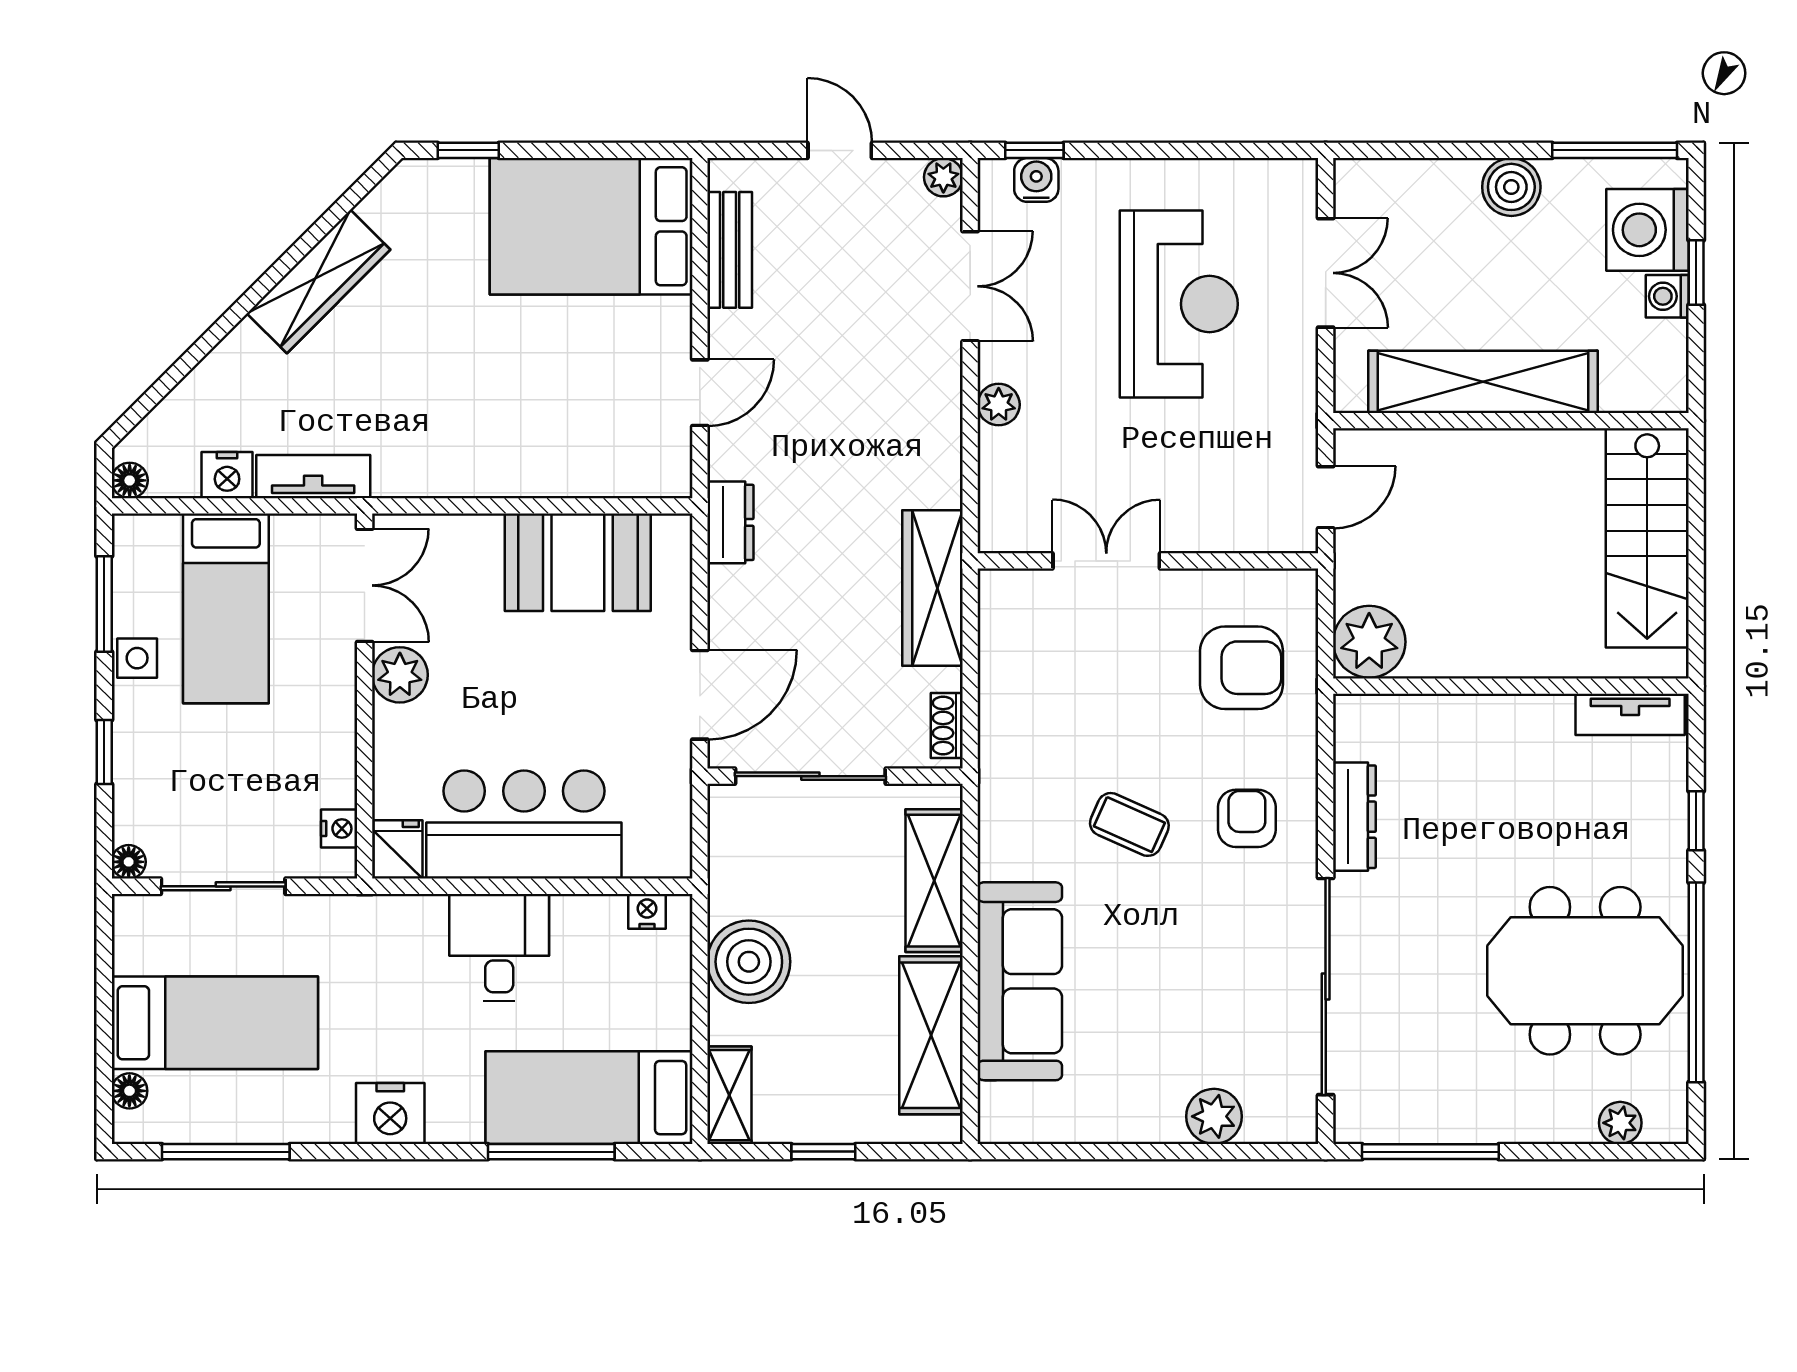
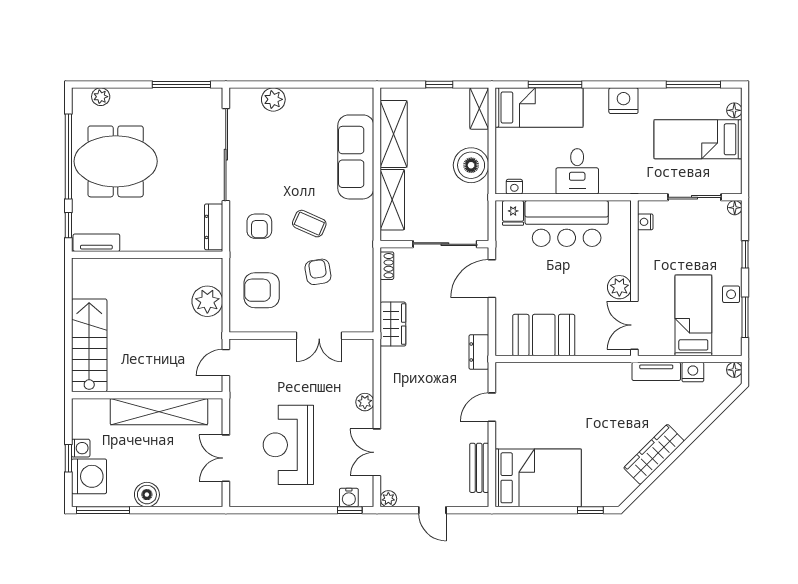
wardrobe: (933, 588) -> (393, 324), width x0.67
wall: (1511, 686) -> (147, 255), moved
armchair: (1109, 711) -> (318, 272), added
tv unit: (1630, 714) -> (96, 243), moved
fridge: (398, 849) -> (513, 213), moved

